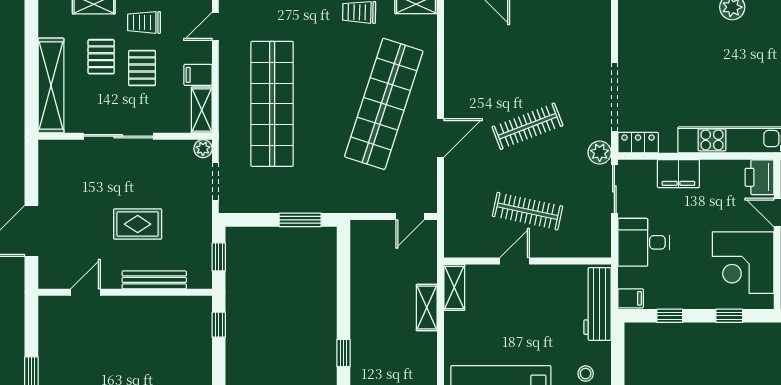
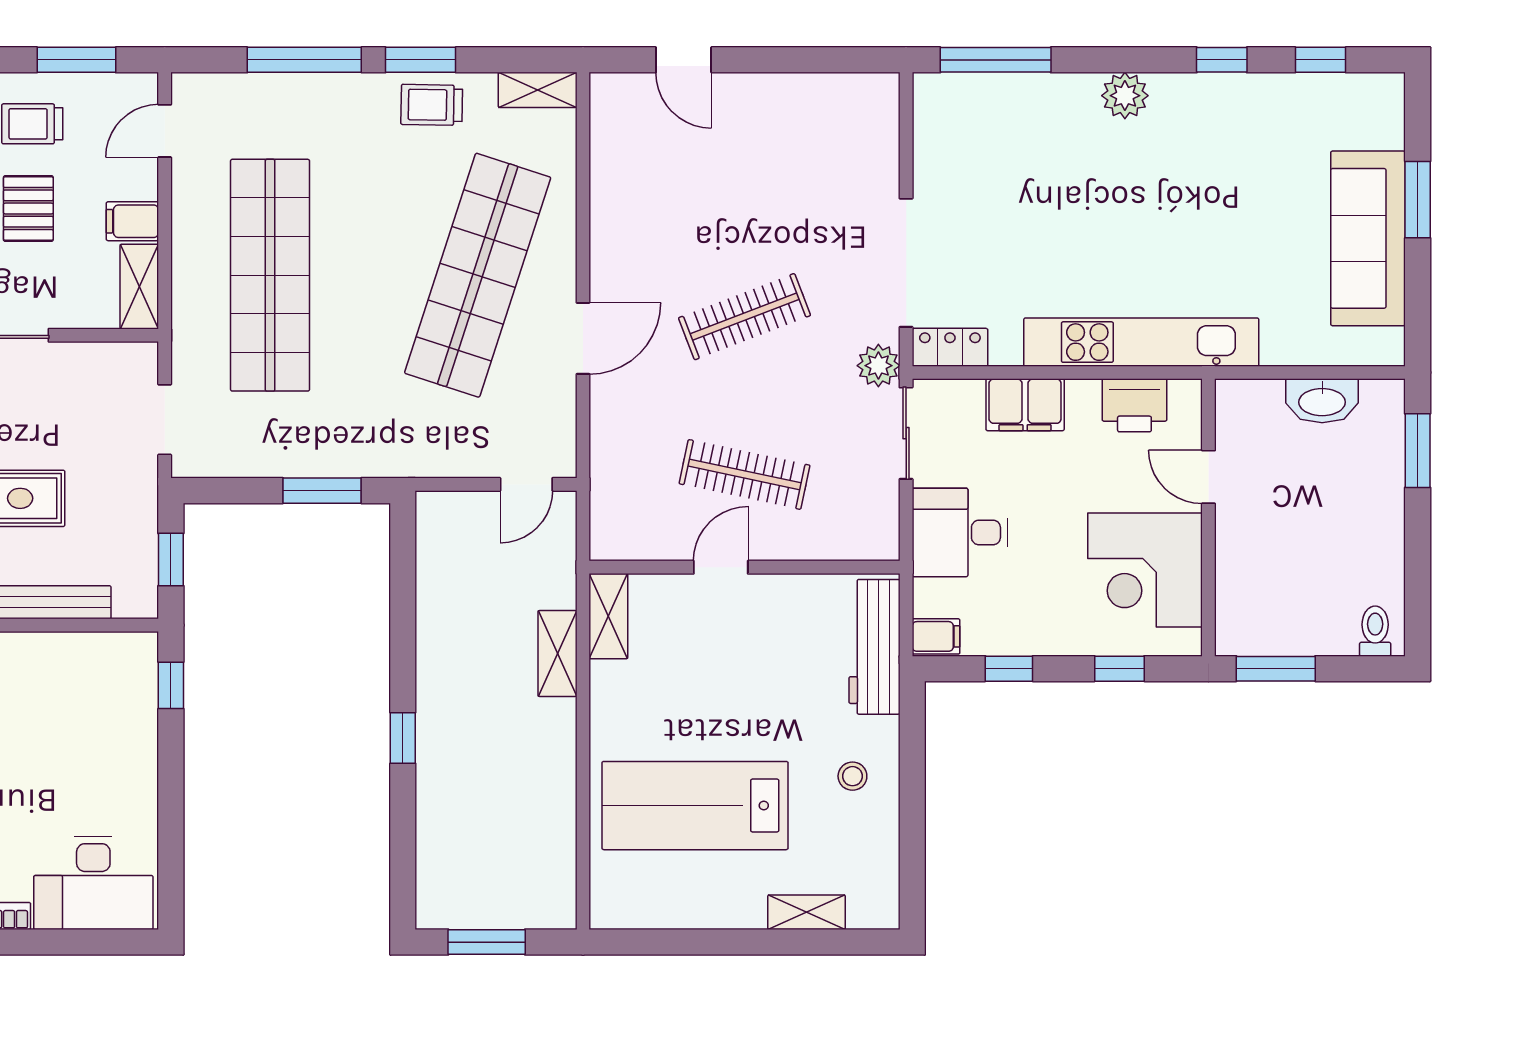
plant: (203, 149) -> (142, 358), removed
printer: (760, 177) -> (1134, 405), moved, turned -90

